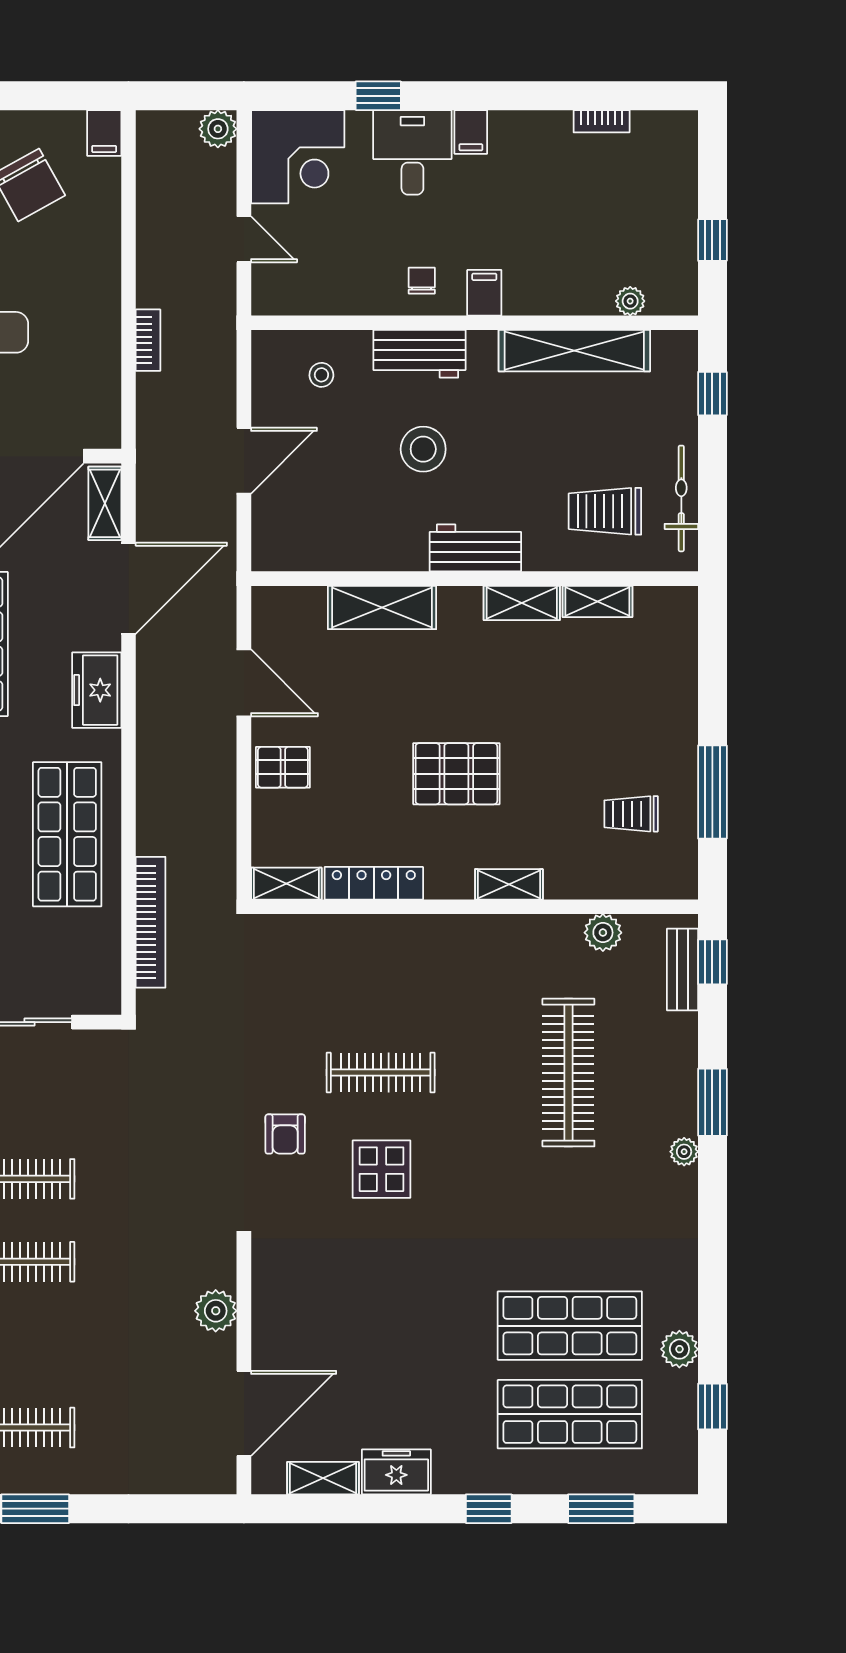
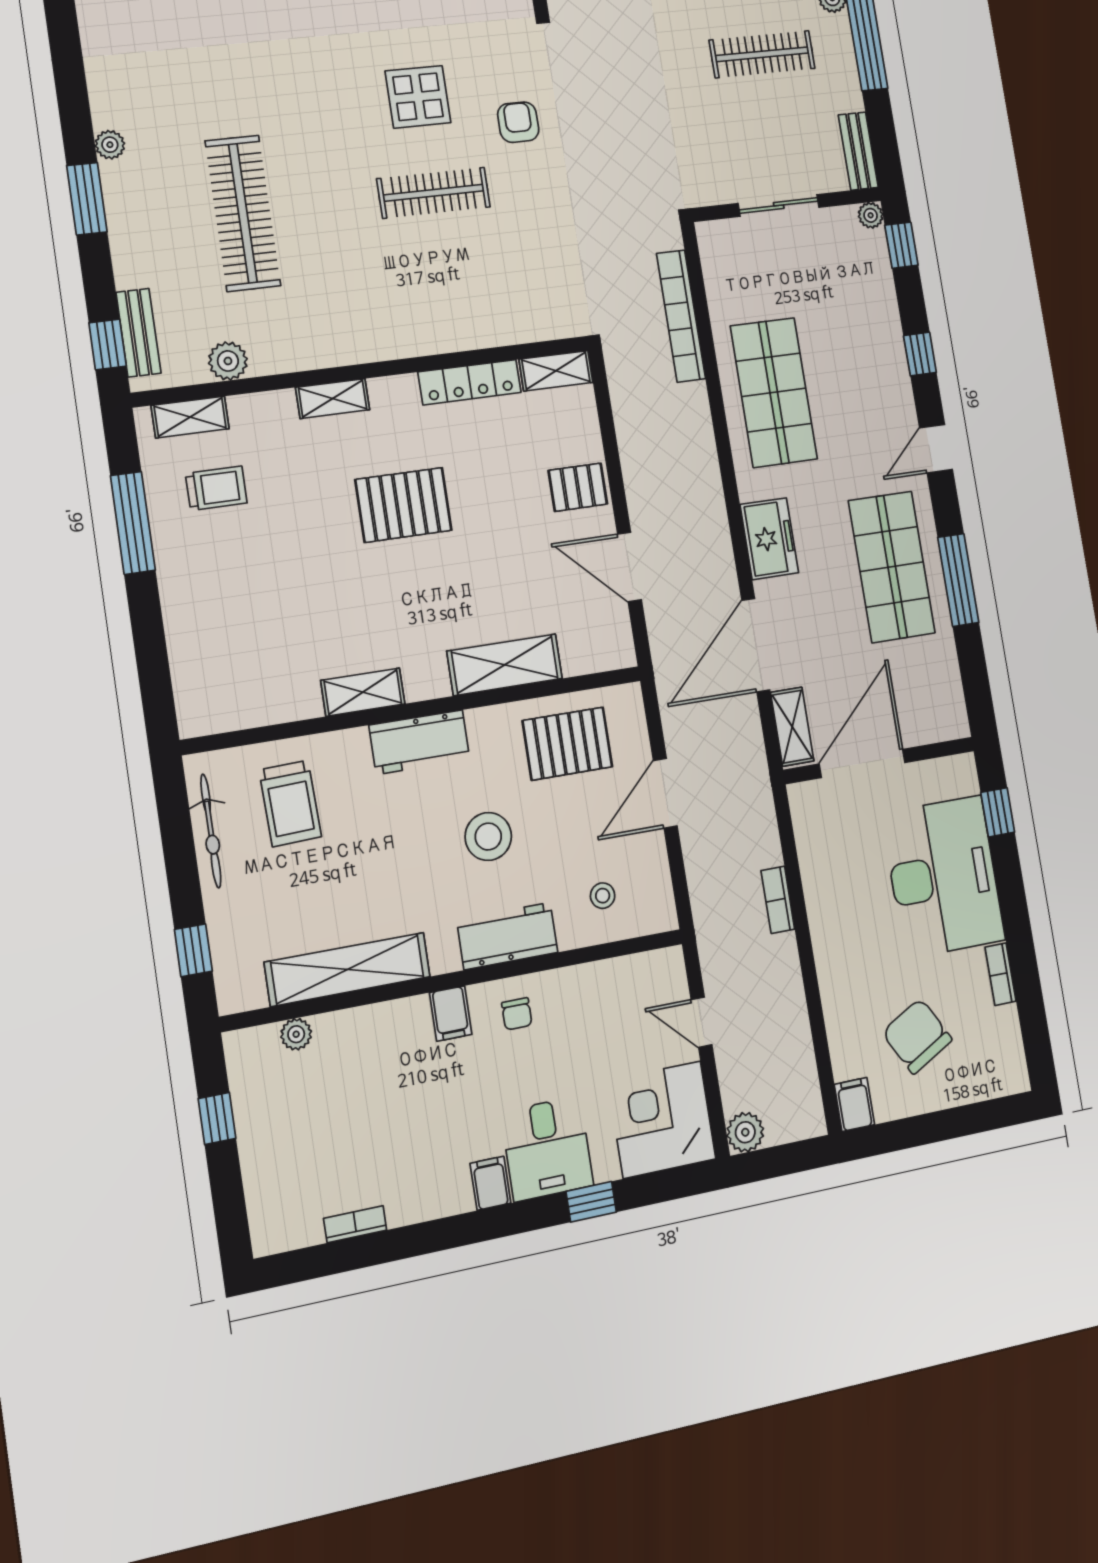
trolley: (605, 511) -> (290, 803), turned 88
pallet: (333, 523) -> (567, 744), added
shelving: (597, 602) -> (190, 417), moved

